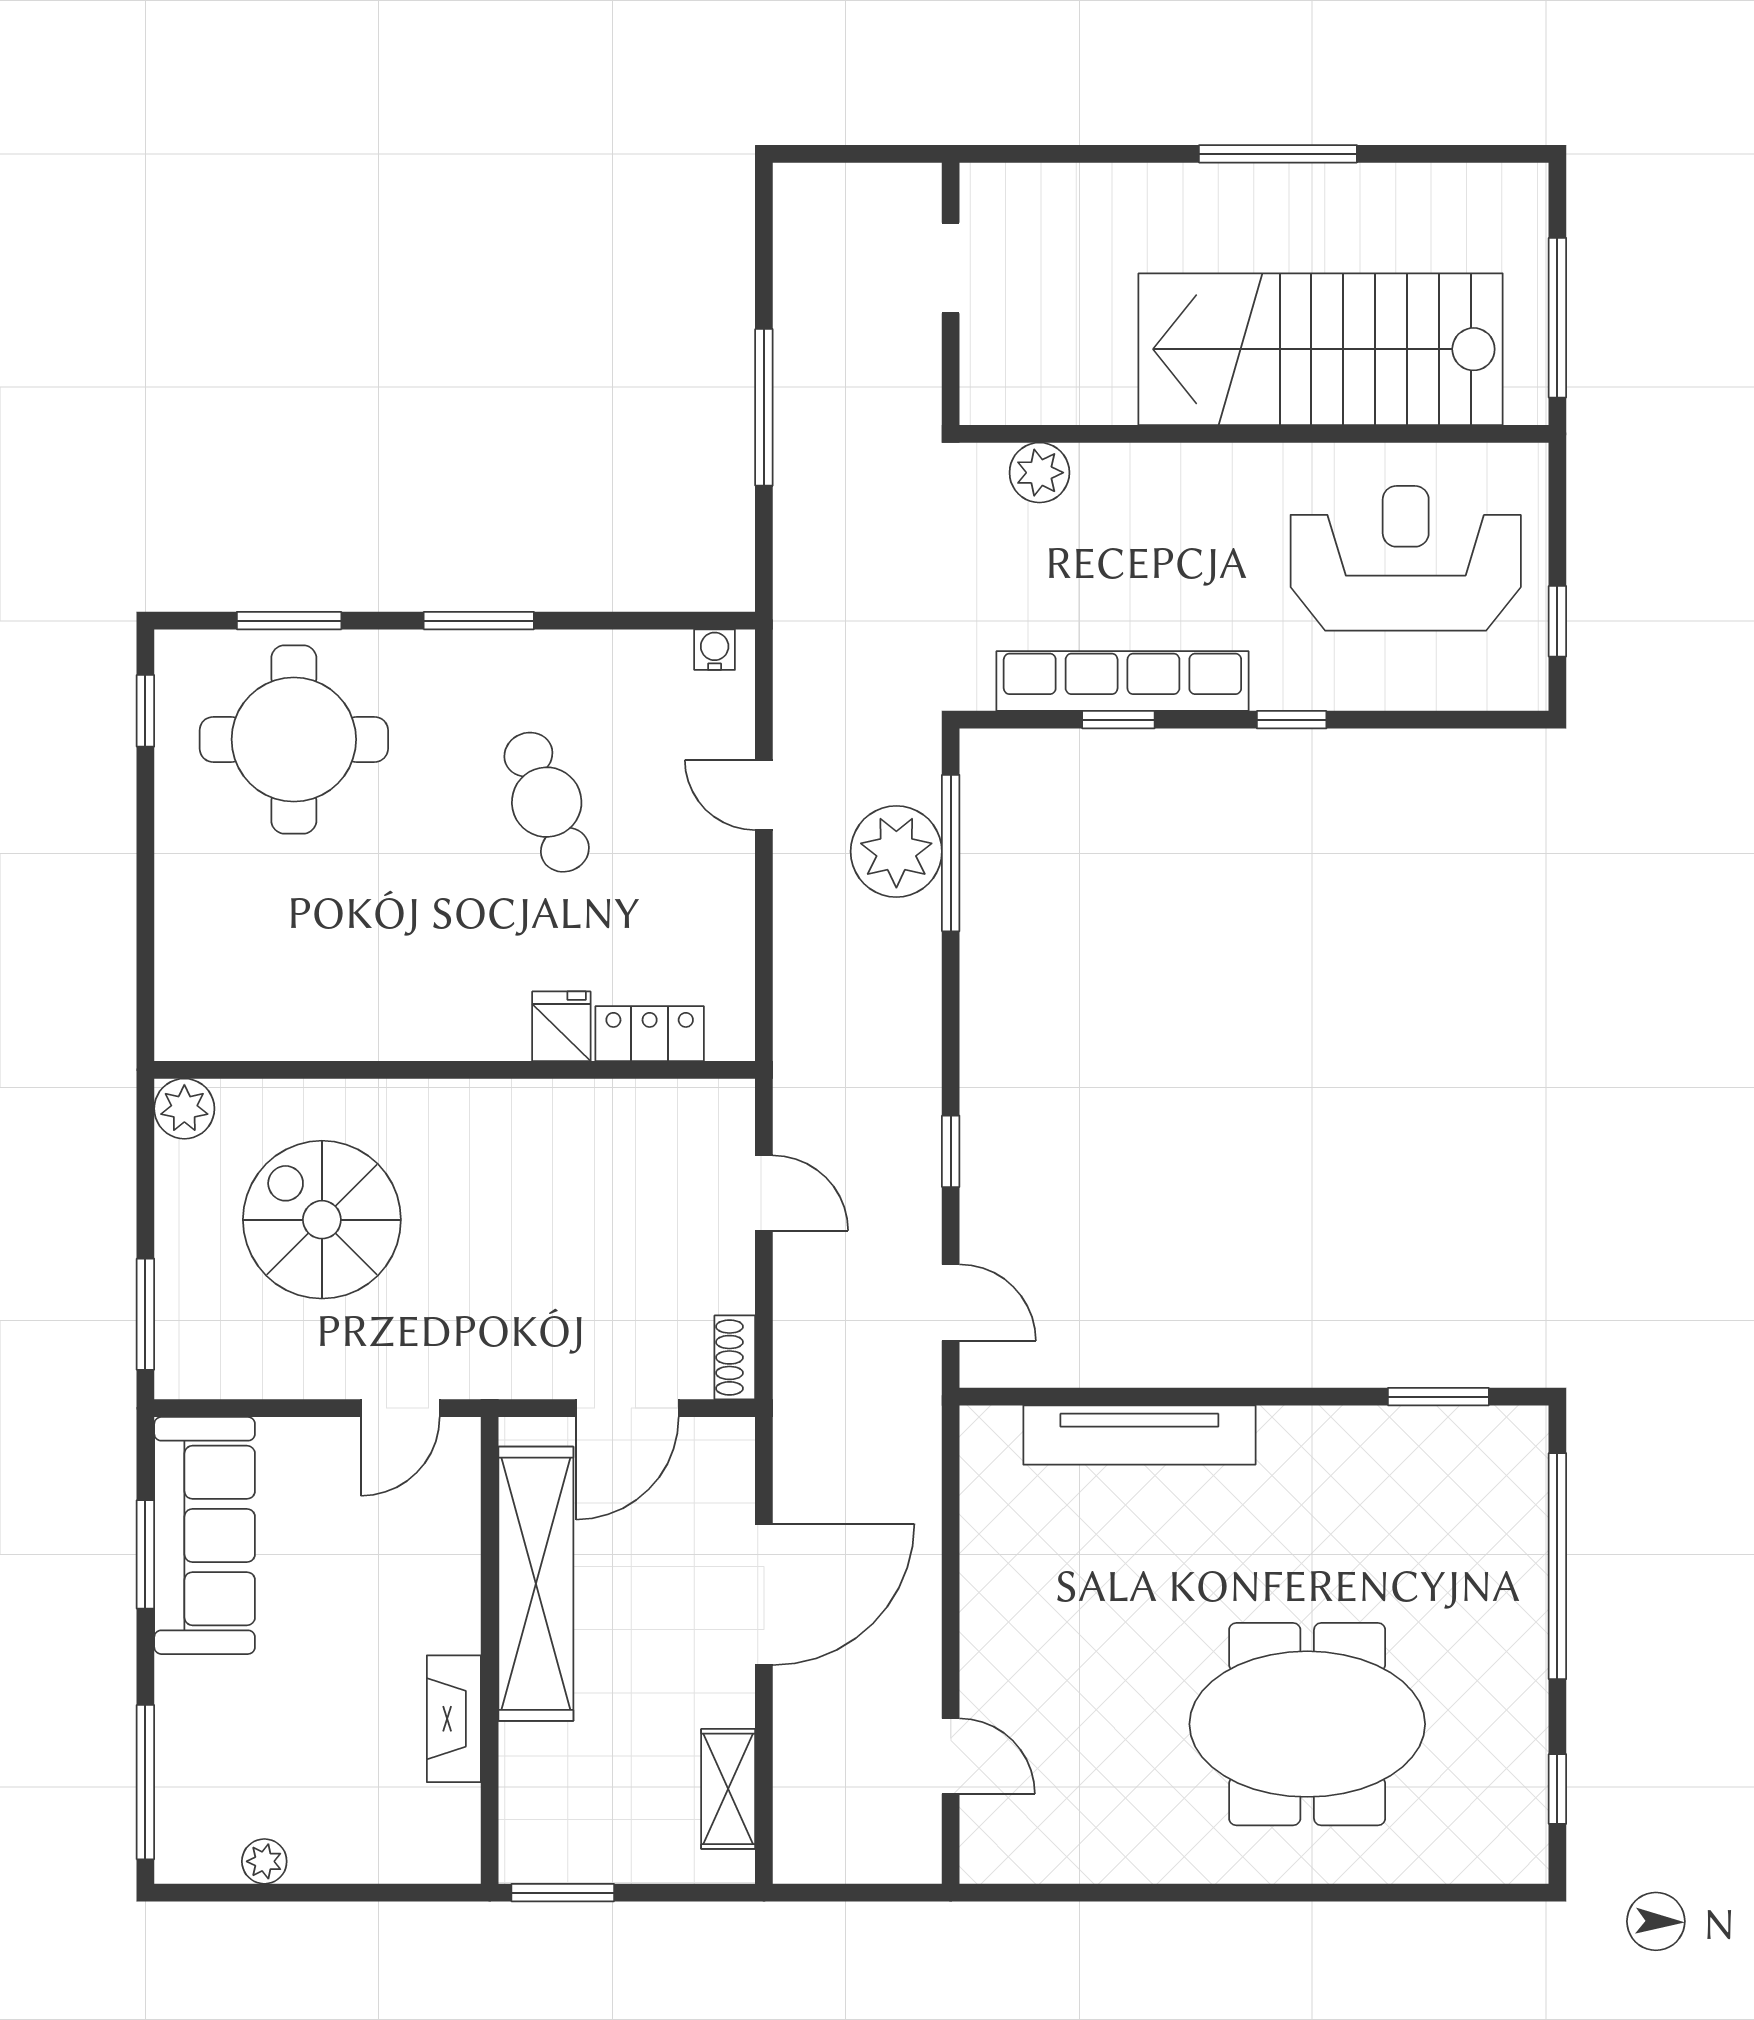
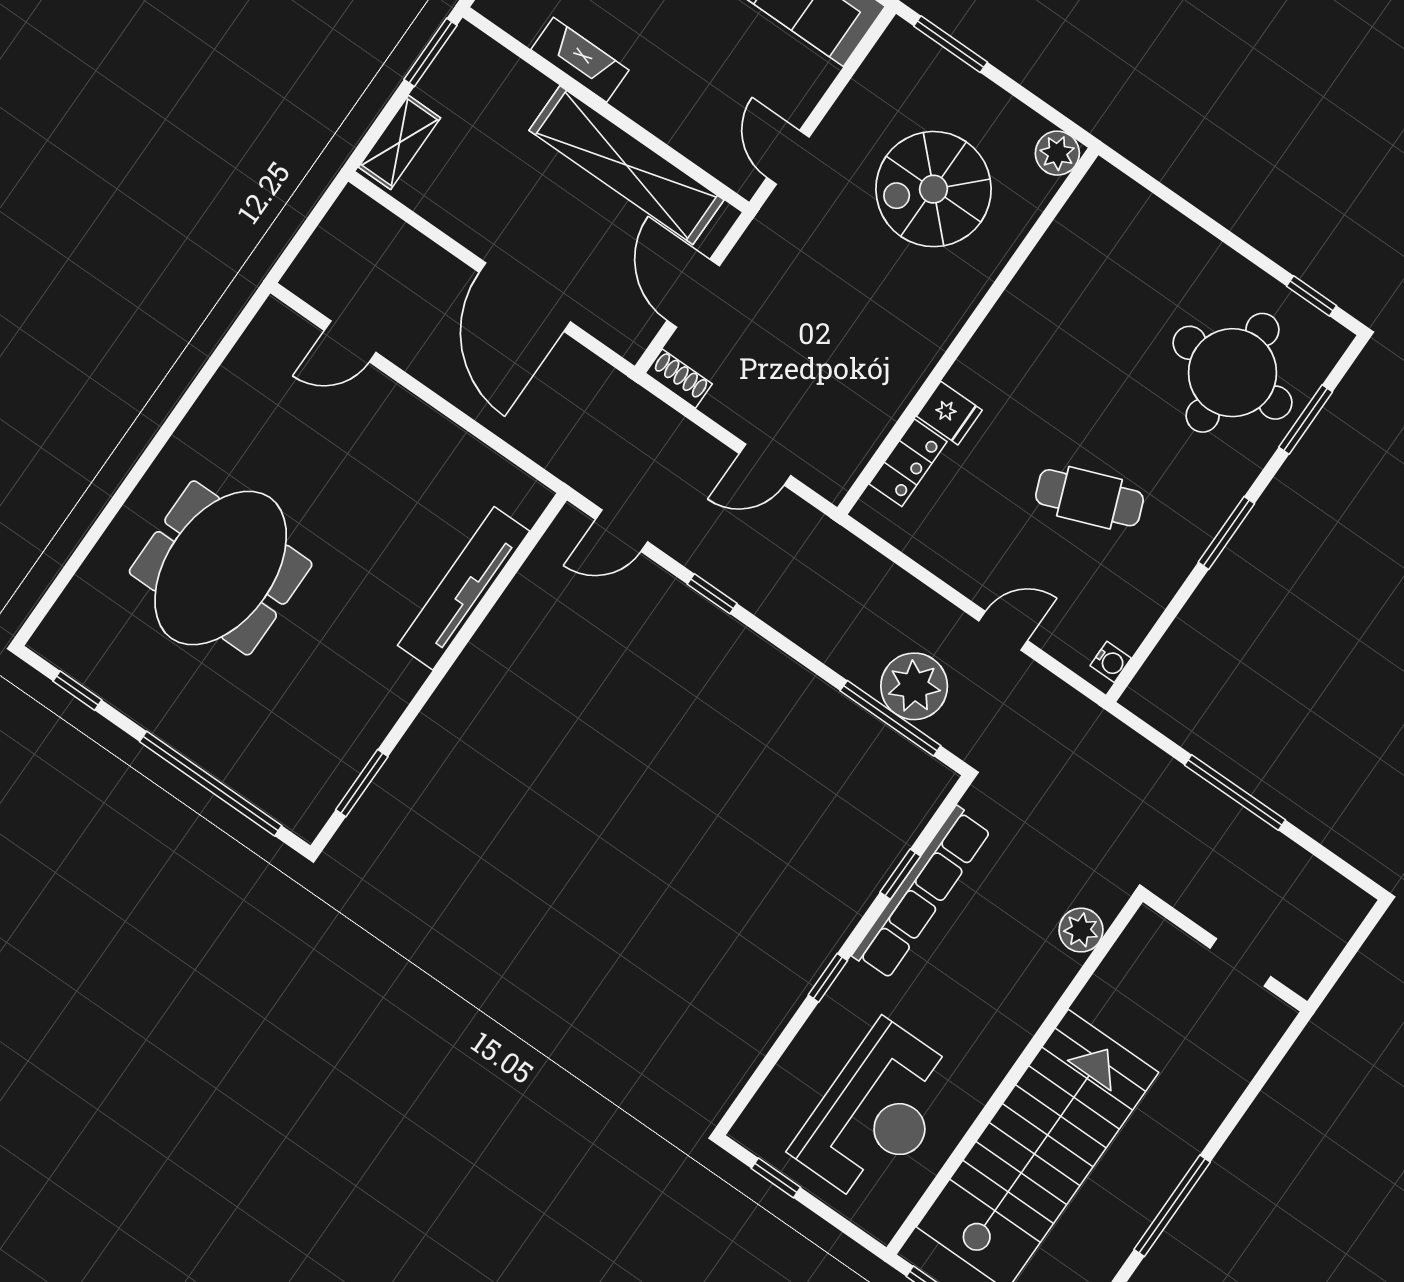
spiral stairs: (322, 1220) -> (934, 189), turned 180
shelving: (728, 1789) -> (400, 142), moved, turned 90

